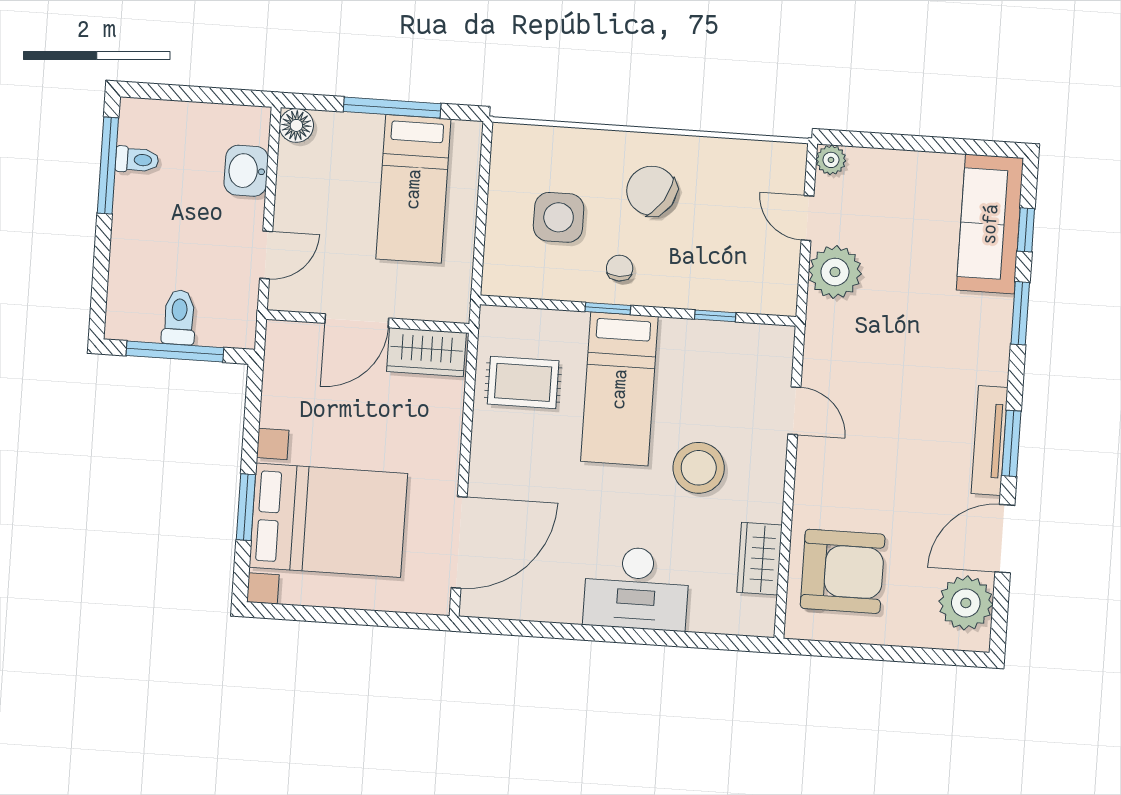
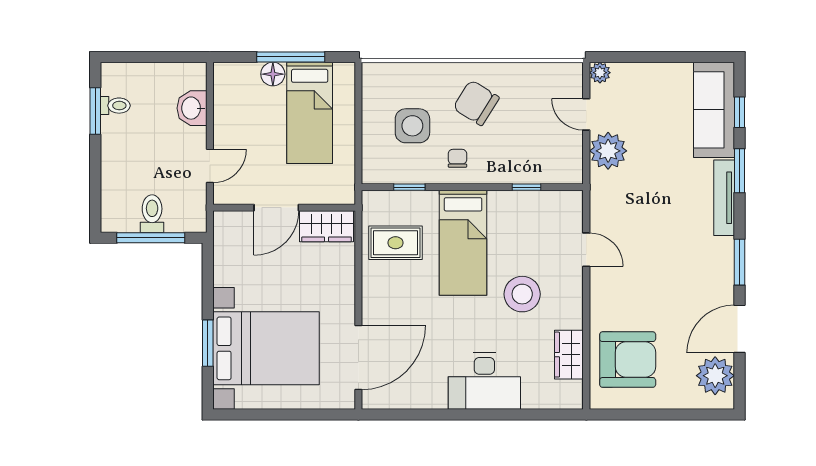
floor lamp: (296, 125) -> (273, 74), moved
window: (108, 165) -> (95, 111), width x0.69
window: (608, 308) -> (409, 187), moved
tv unit: (989, 441) -> (724, 198), moved

